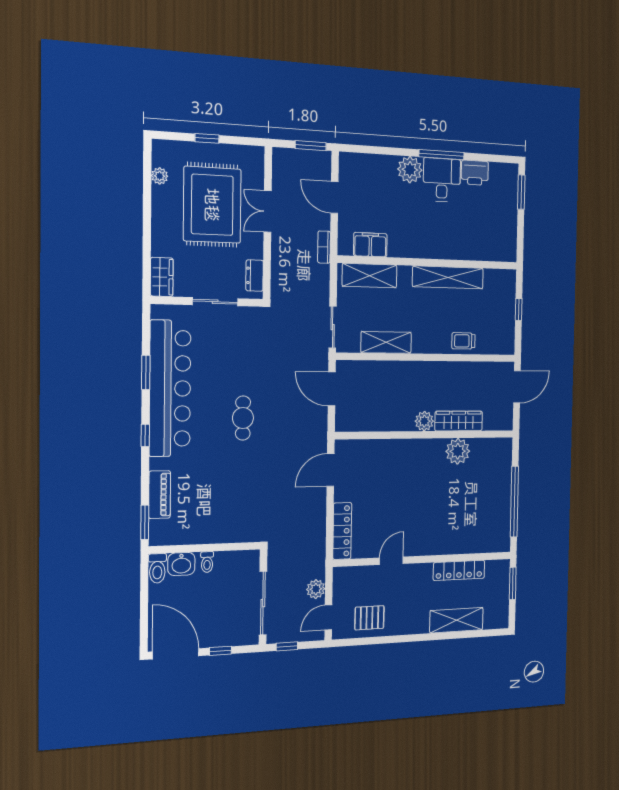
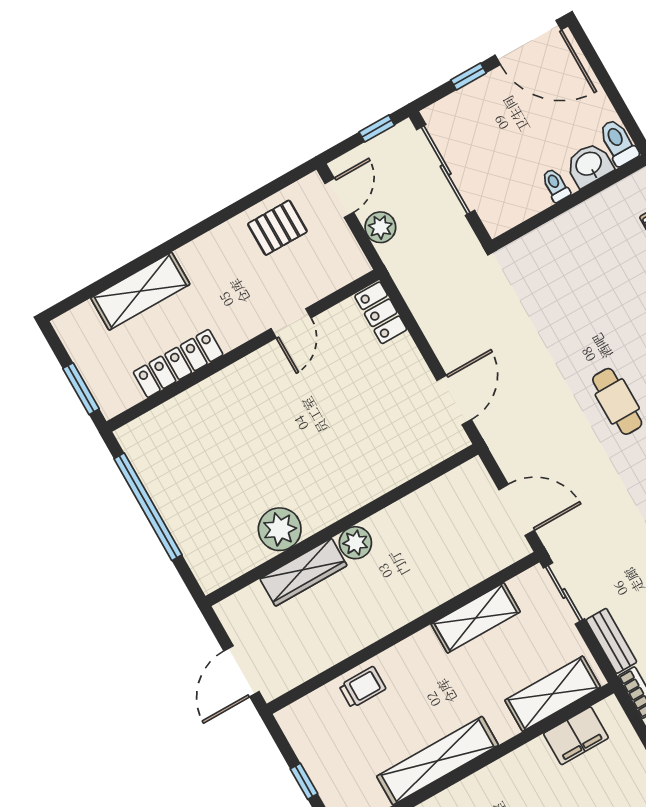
bench: (322, 285) -> (611, 641), added
locker: (342, 531) -> (381, 313), width x0.66

